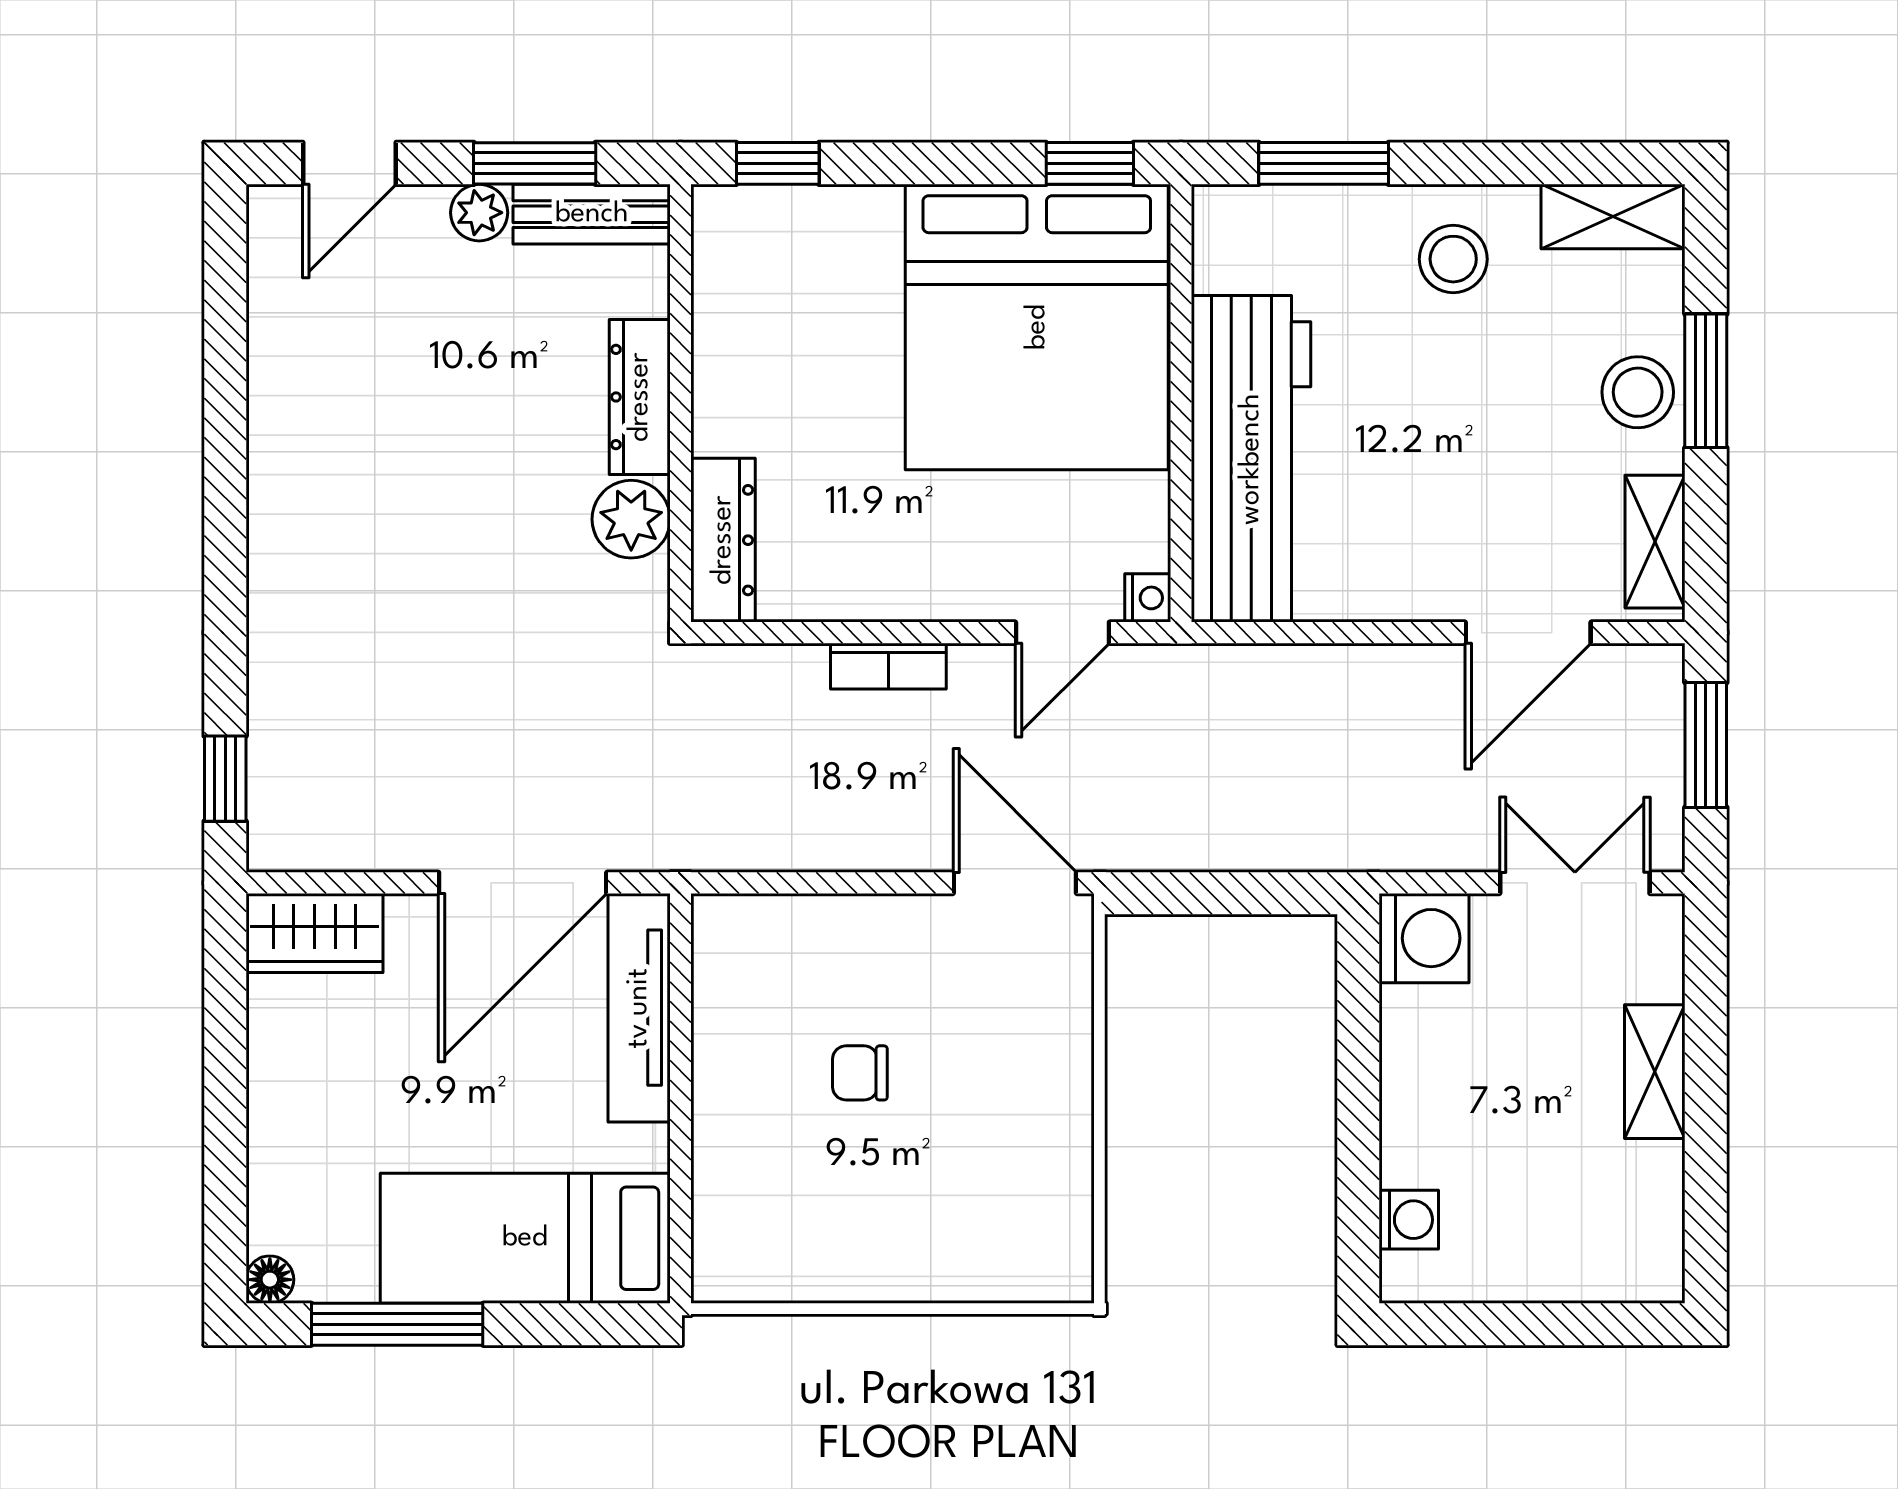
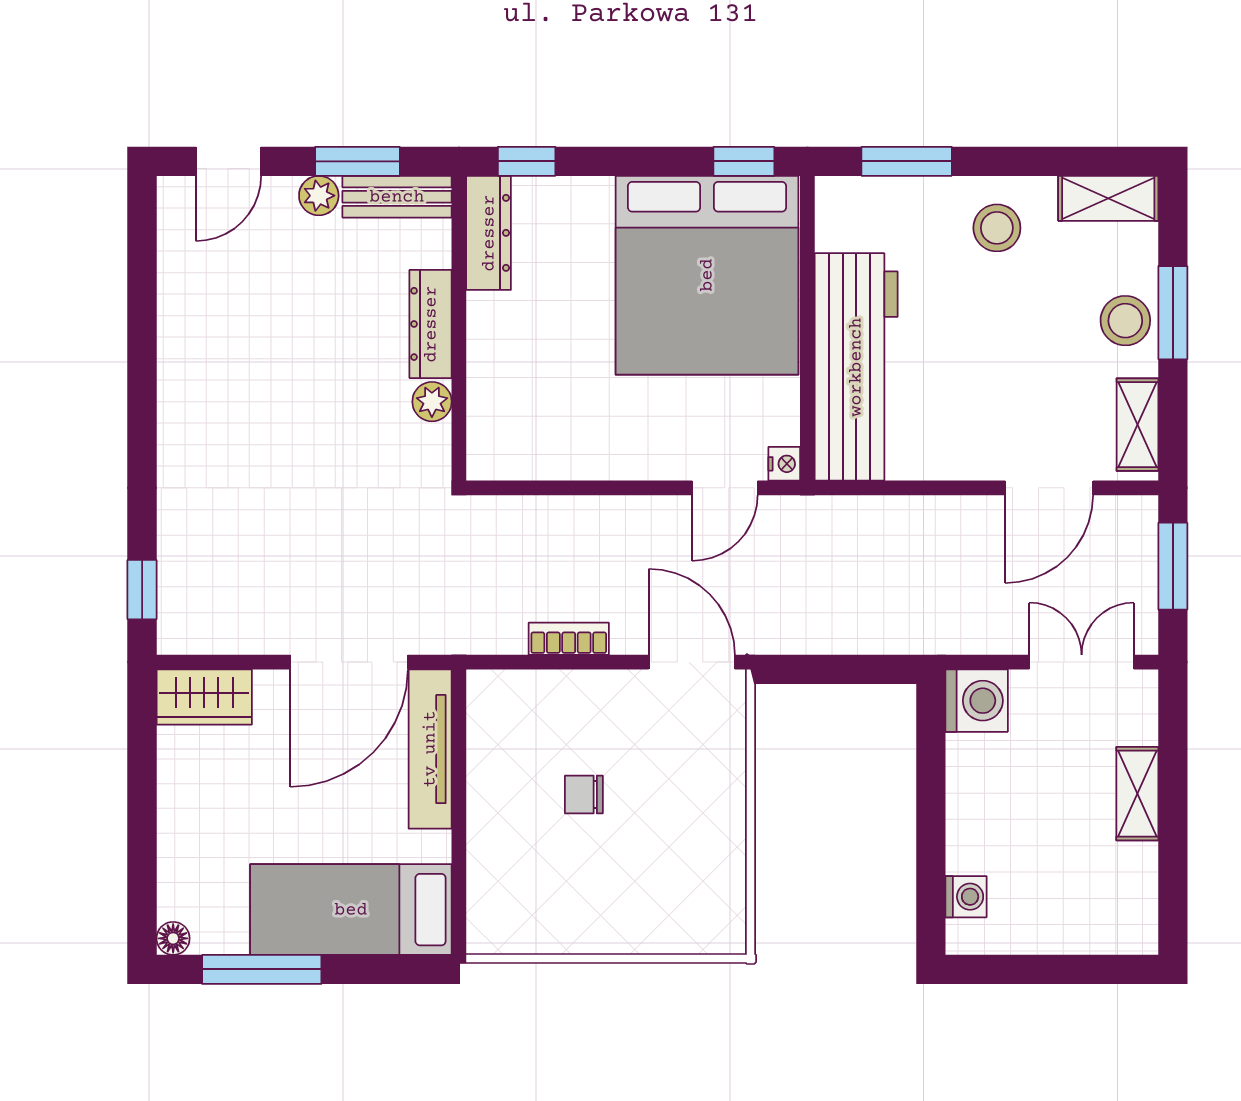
plant: (631, 519) -> (432, 402), width x0.73, depth x0.73
dresser: (723, 540) -> (489, 233), moved
bookcase: (888, 666) -> (569, 639), moved, turned 180

